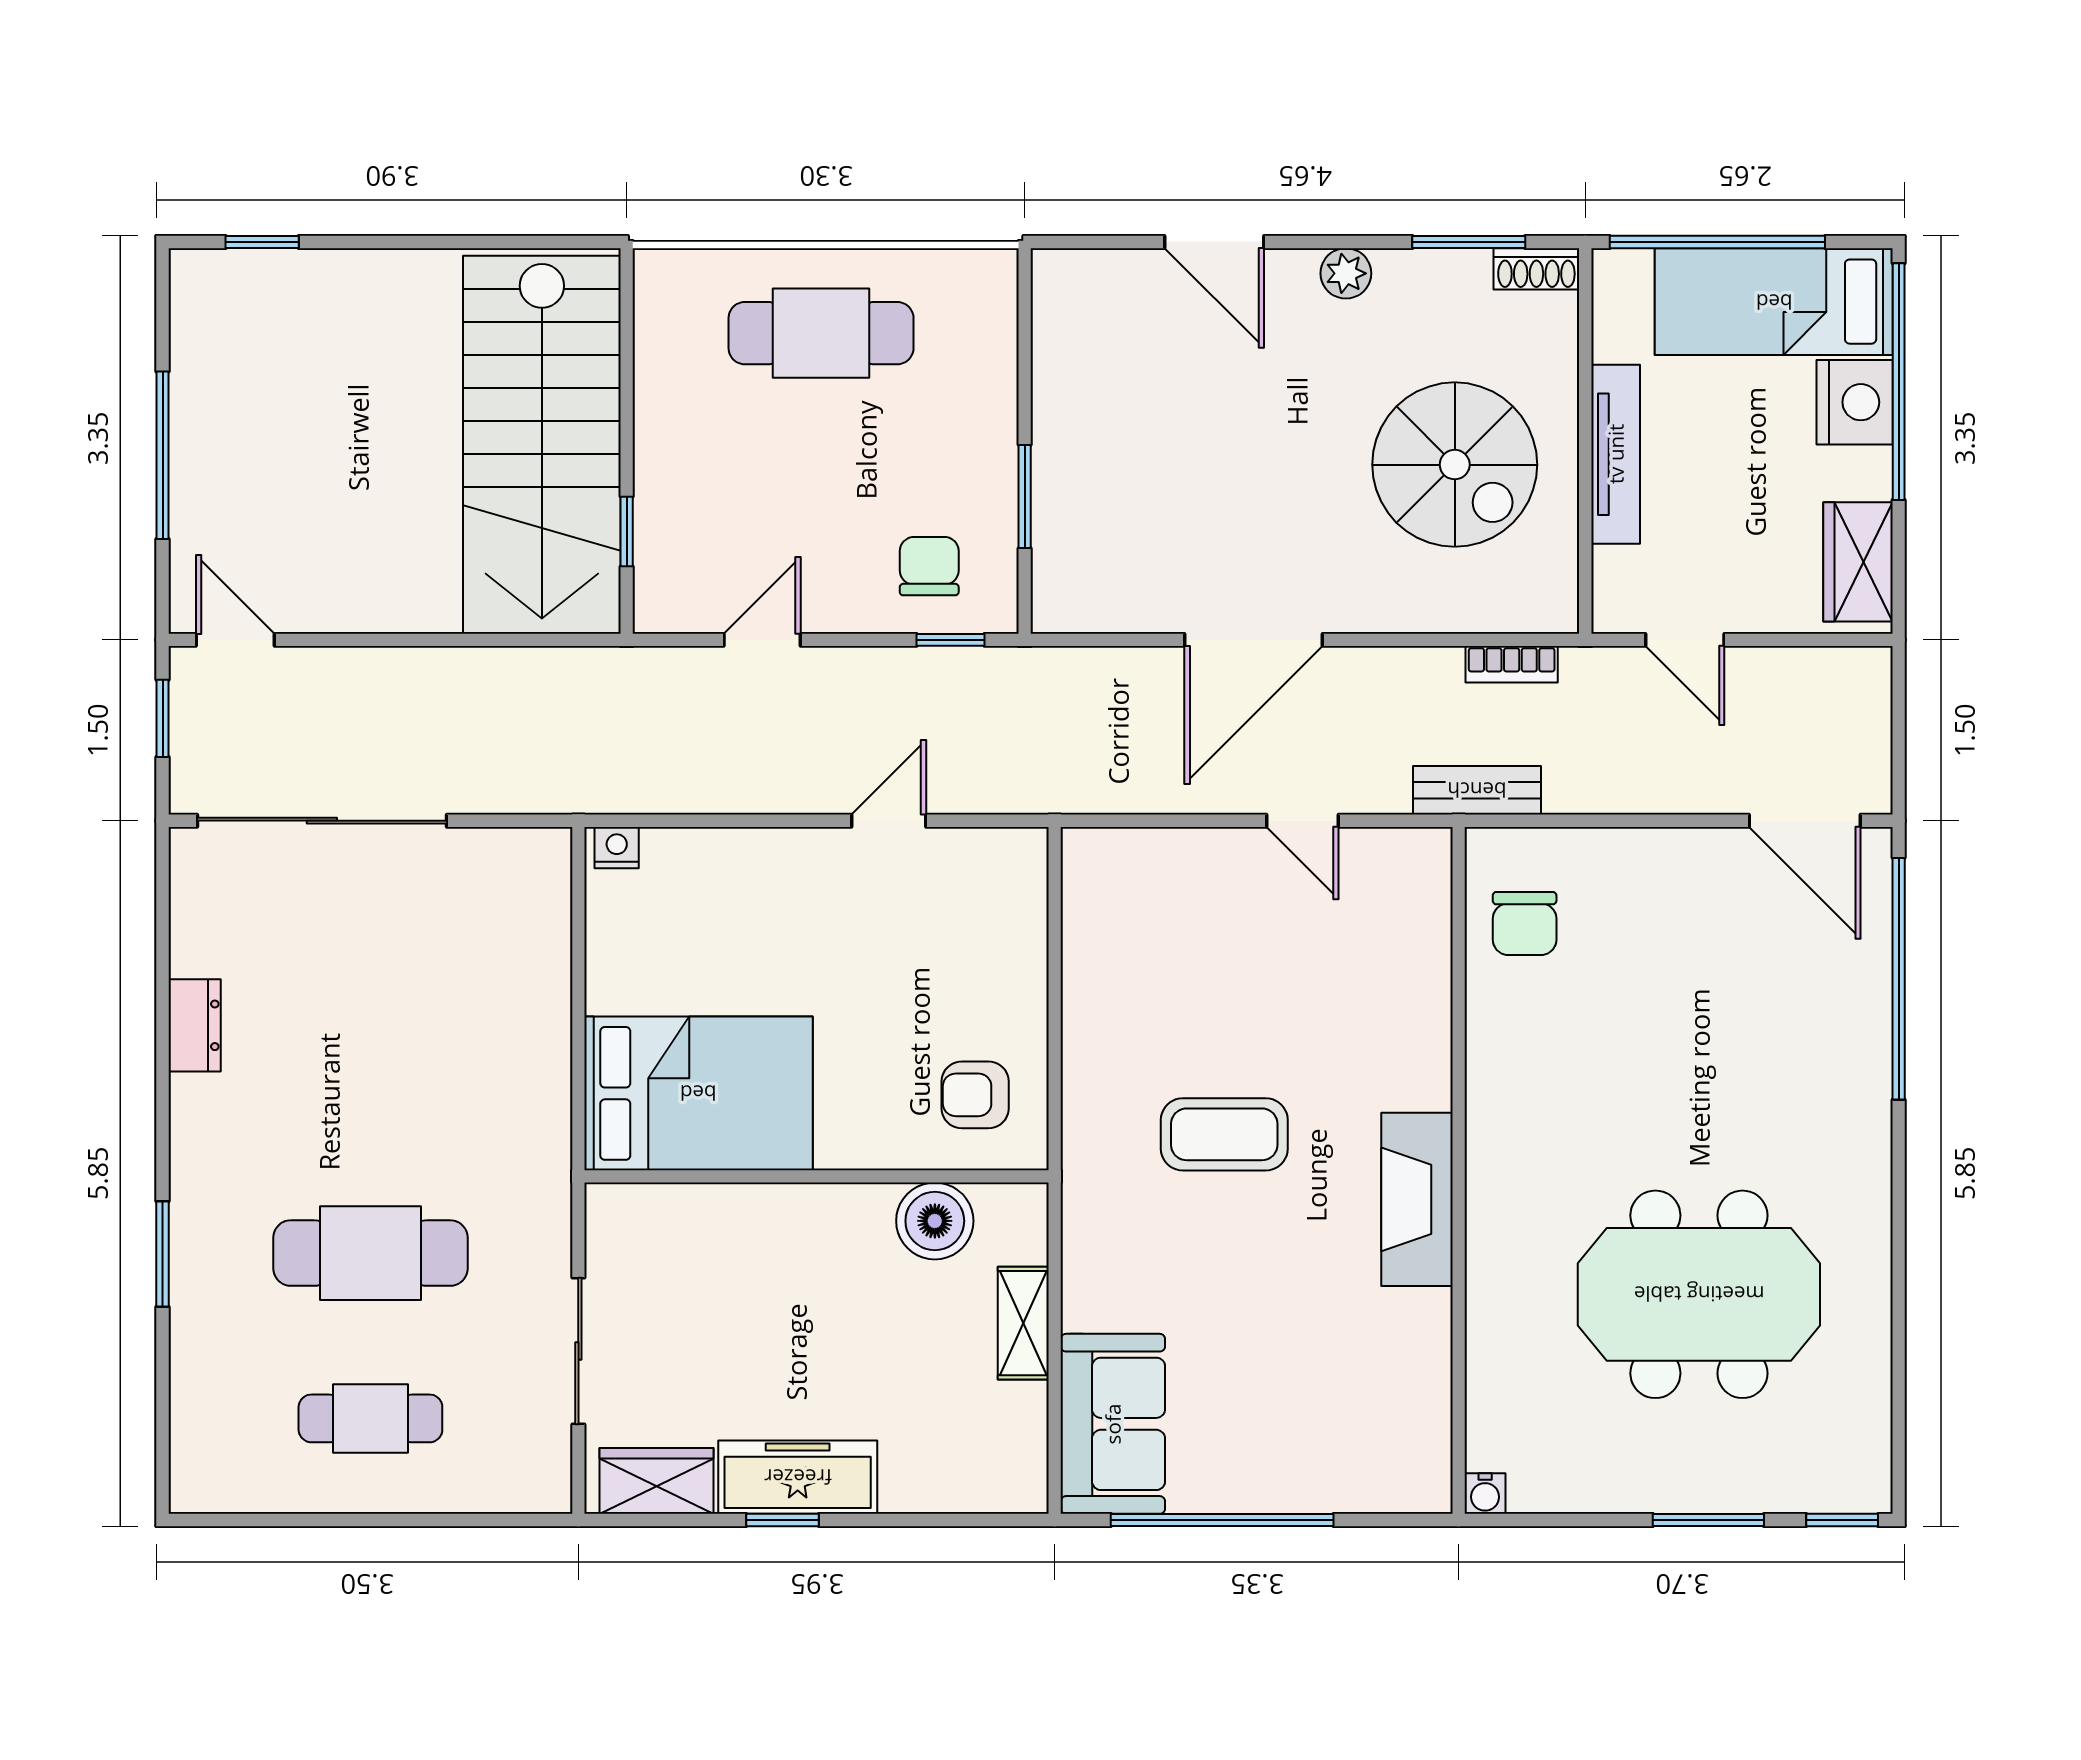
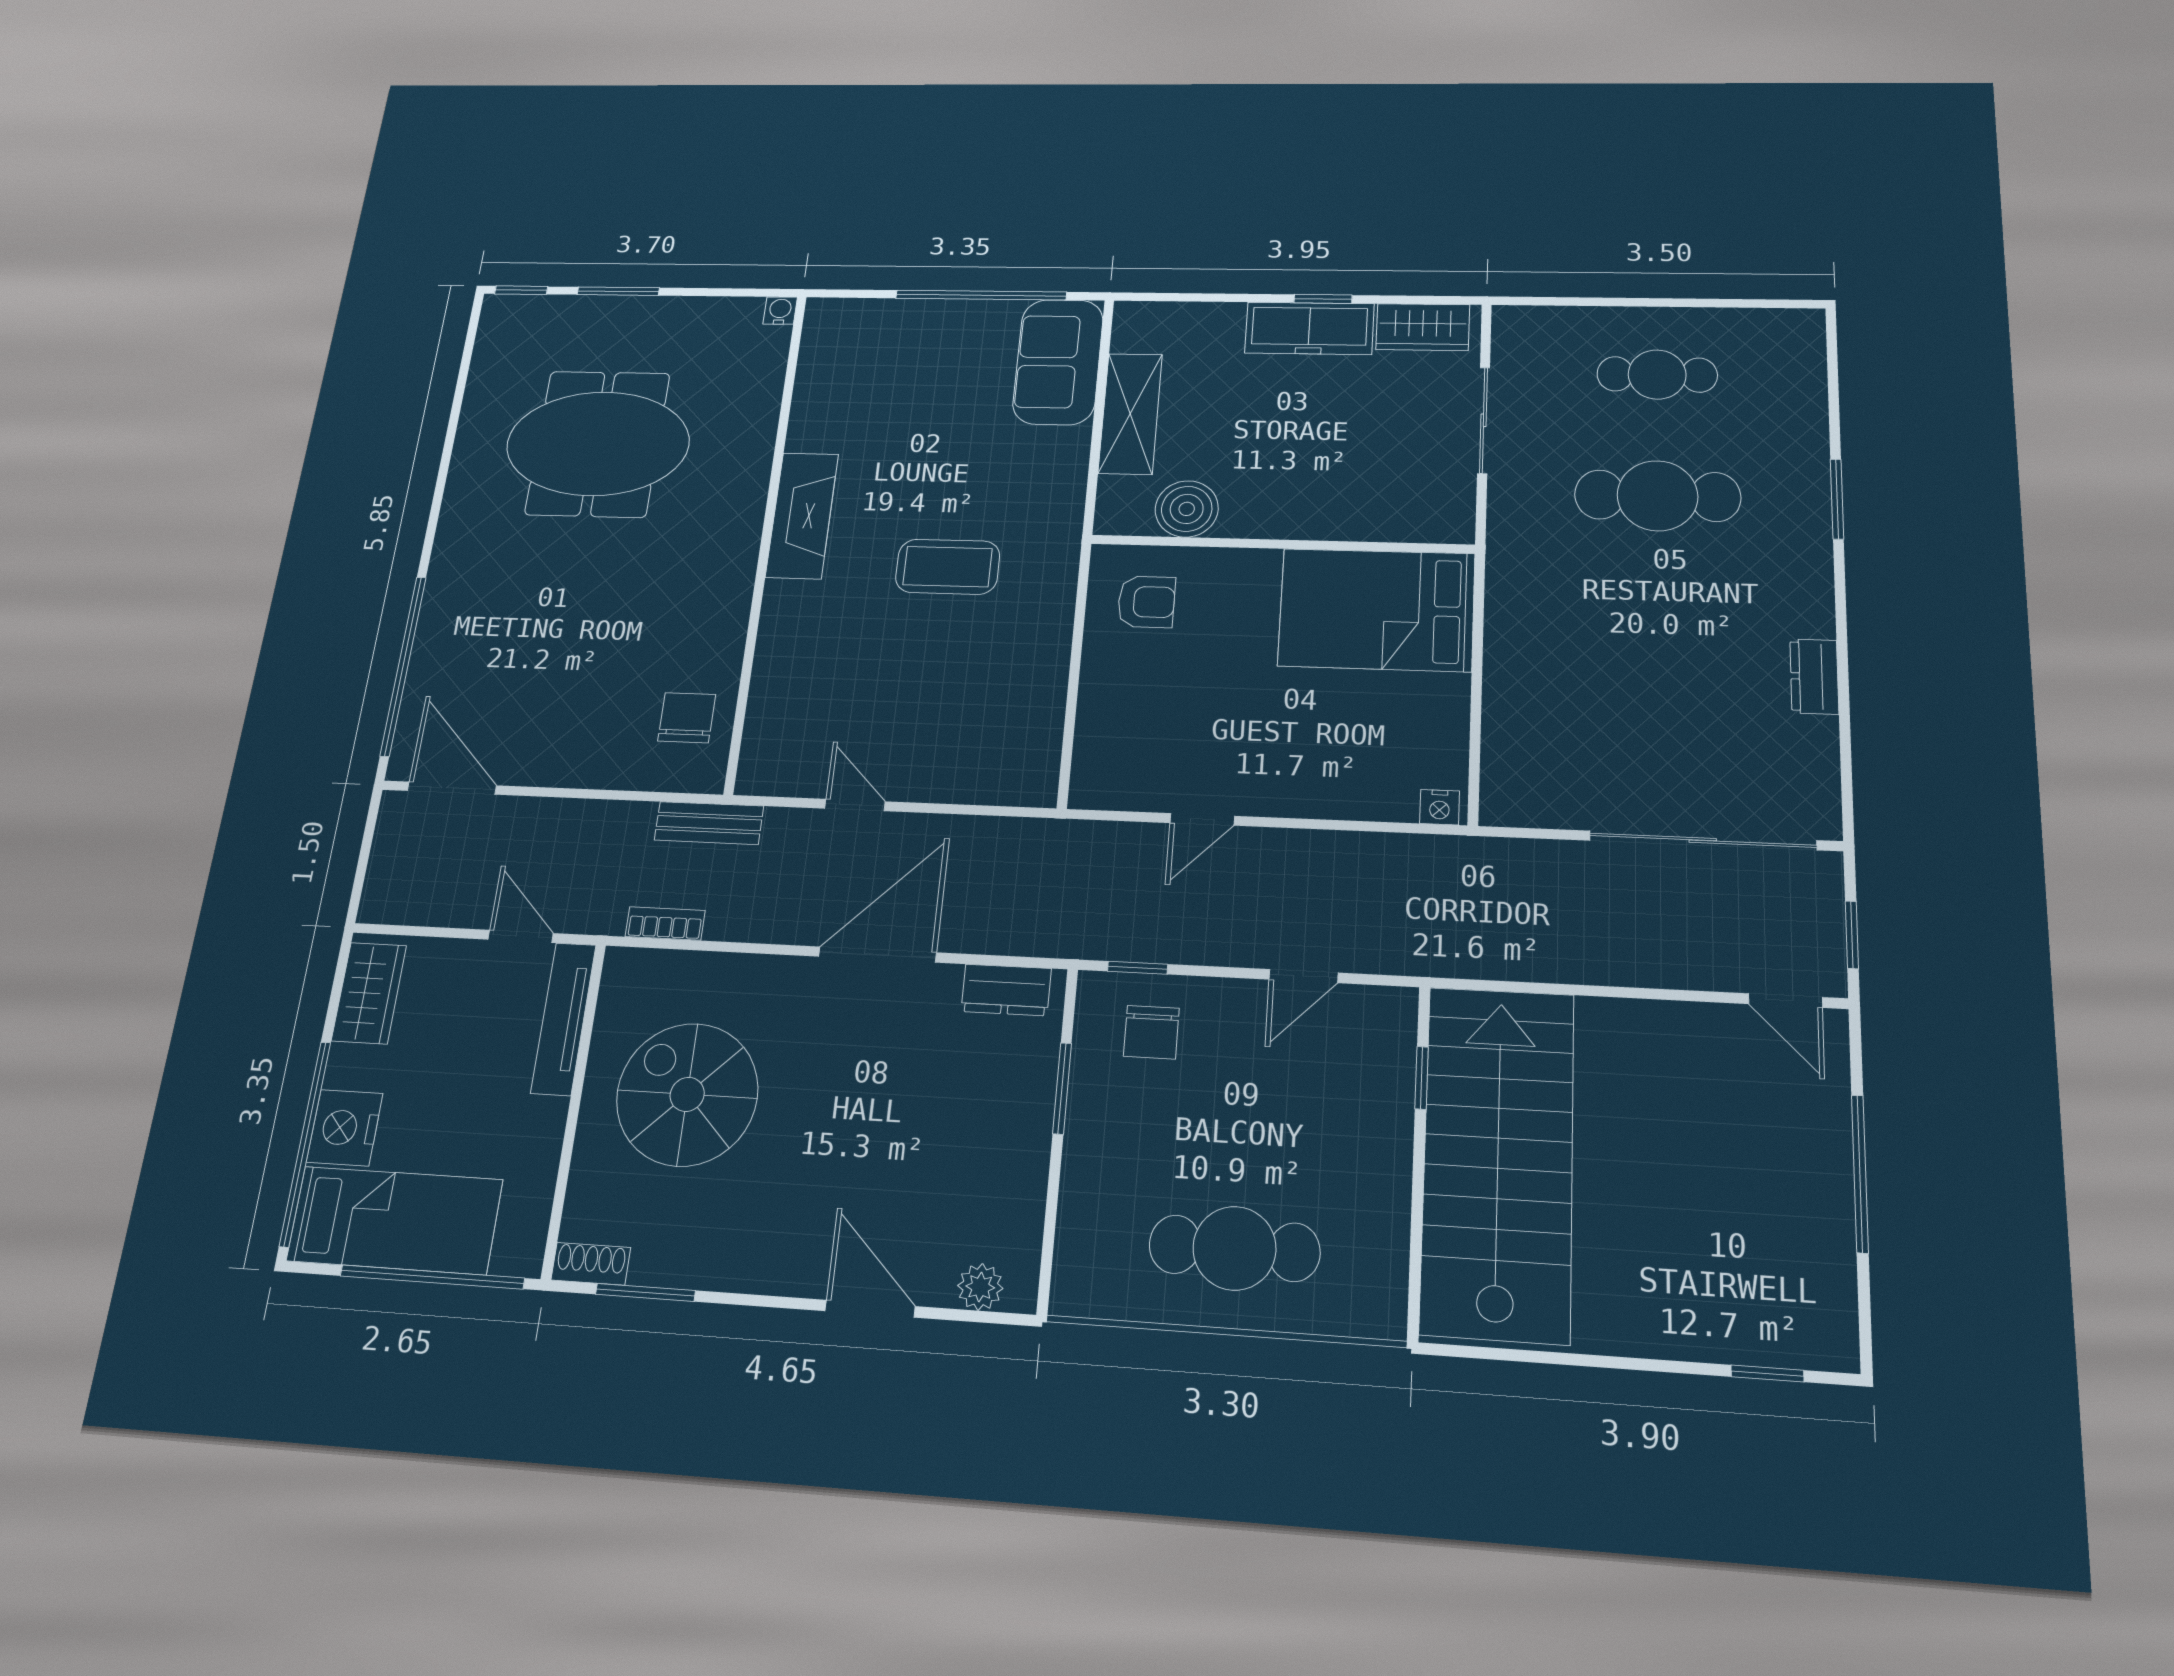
plant: (1346, 273) -> (980, 1287), moved
tv unit: (1616, 454) -> (564, 1019), moved
dresser: (1099, 606) -> (1006, 990), added
shelving: (1023, 1323) -> (1130, 414), width x1.50, depth x1.33

